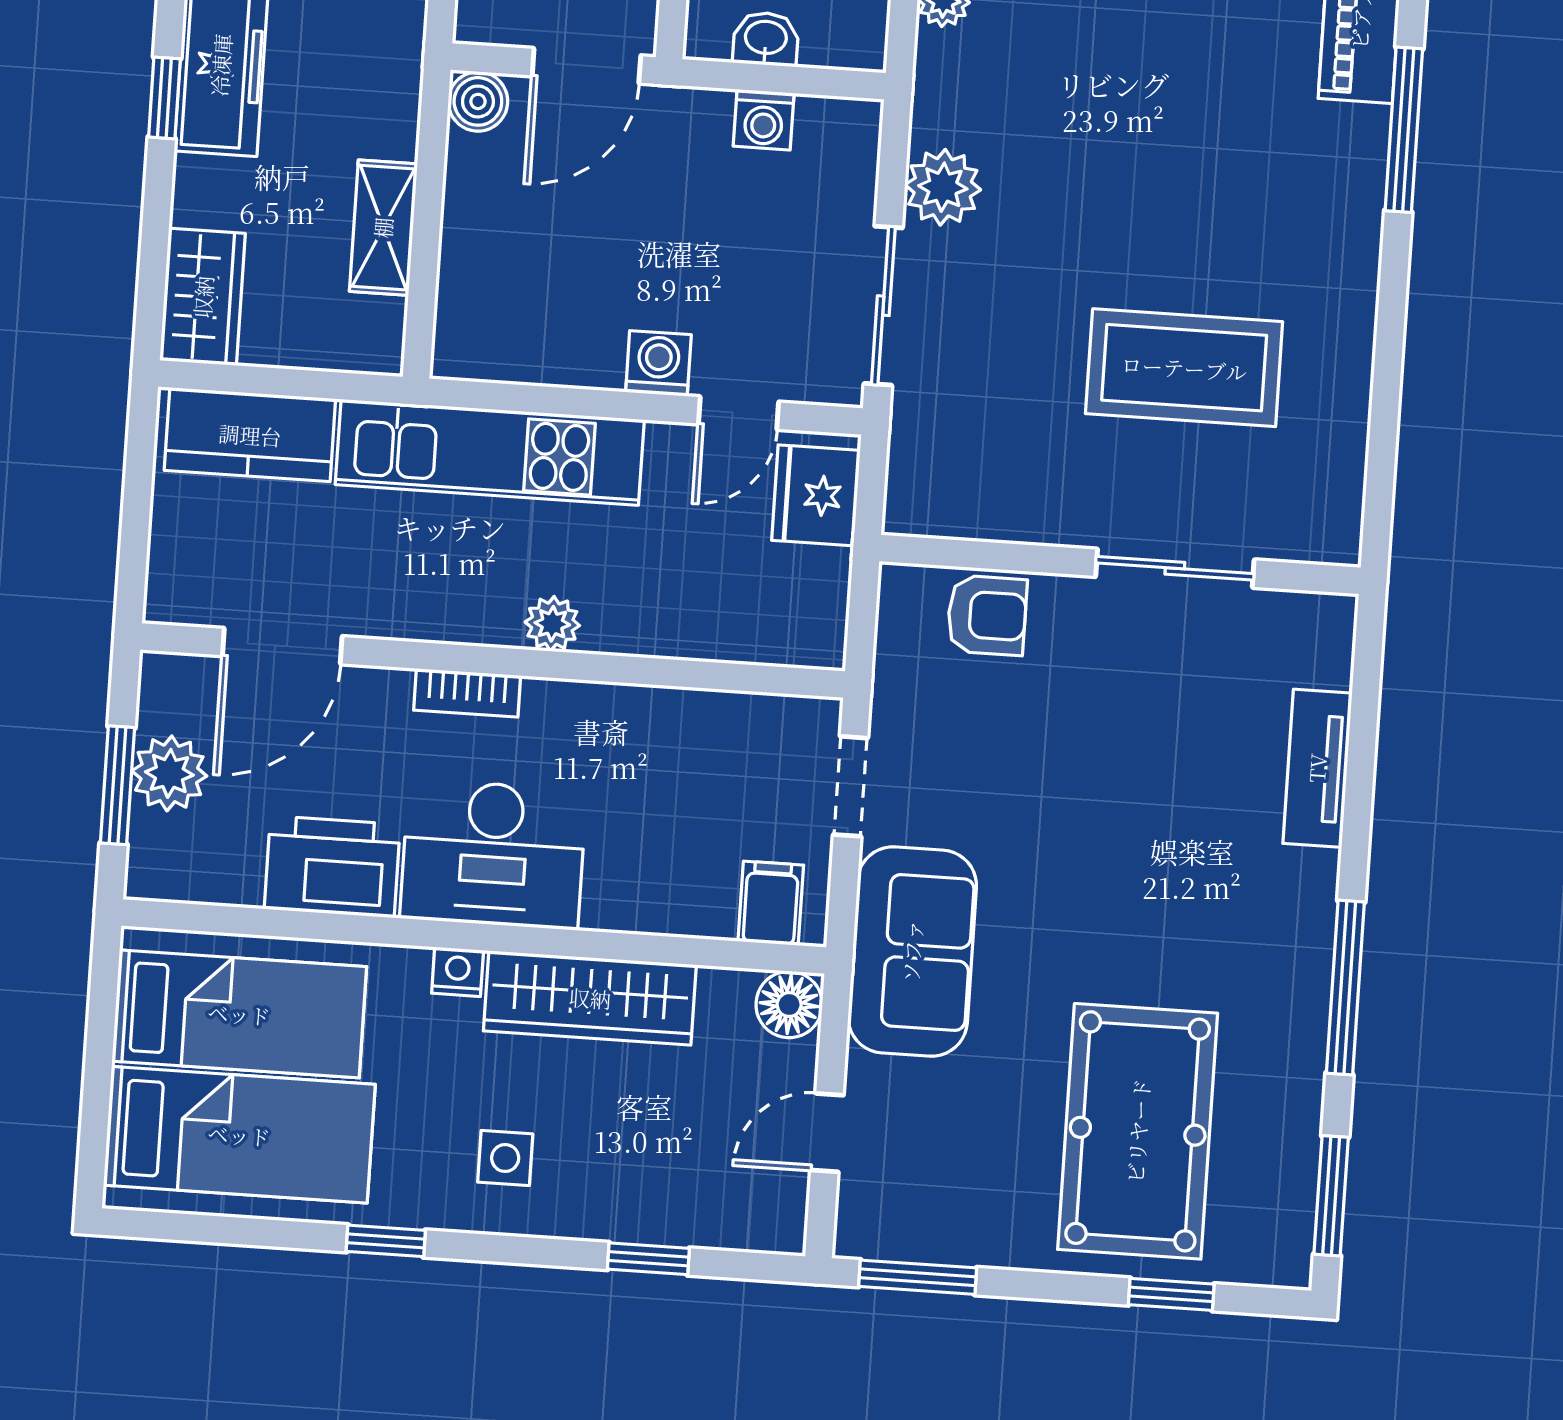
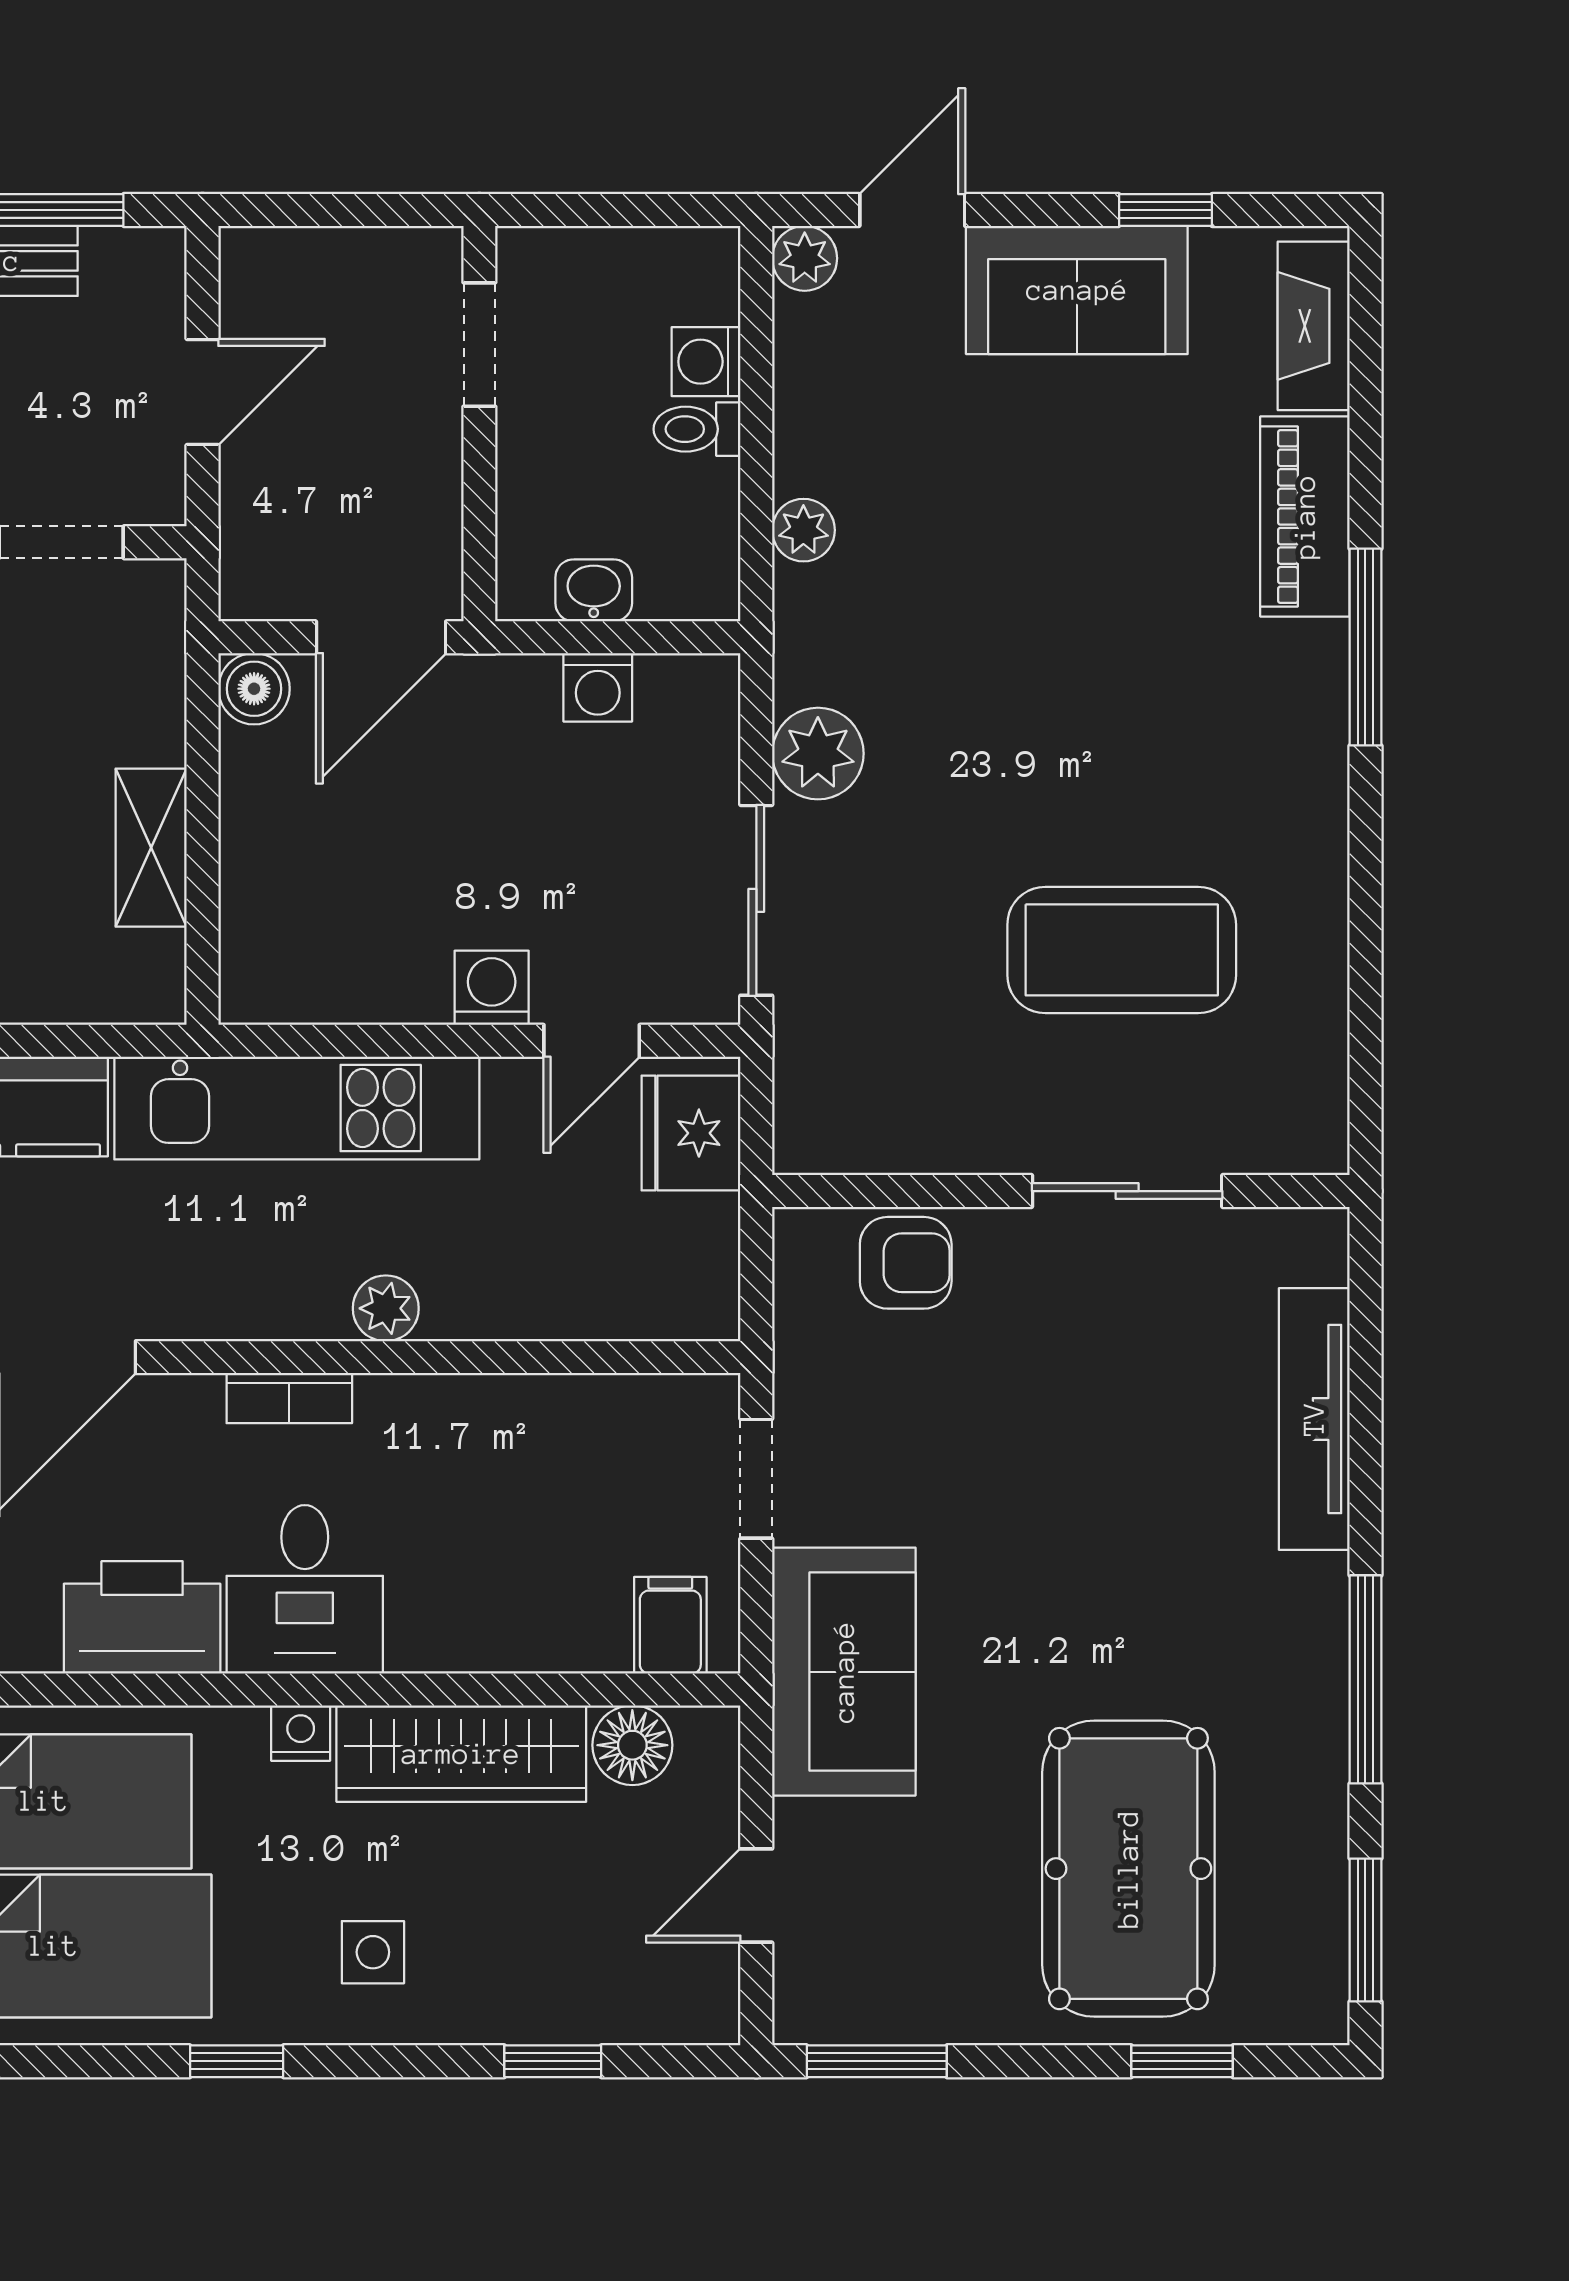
tv unit: (1317, 768) -> (1314, 1419), width x1.41
desk: (493, 854) -> (305, 1589), width x0.73
floor lamp: (789, 1005) -> (632, 1745), moved

